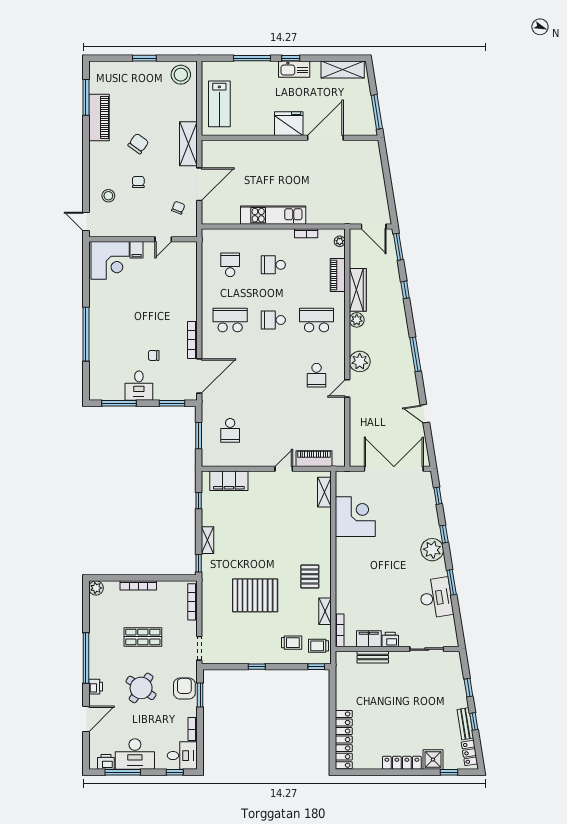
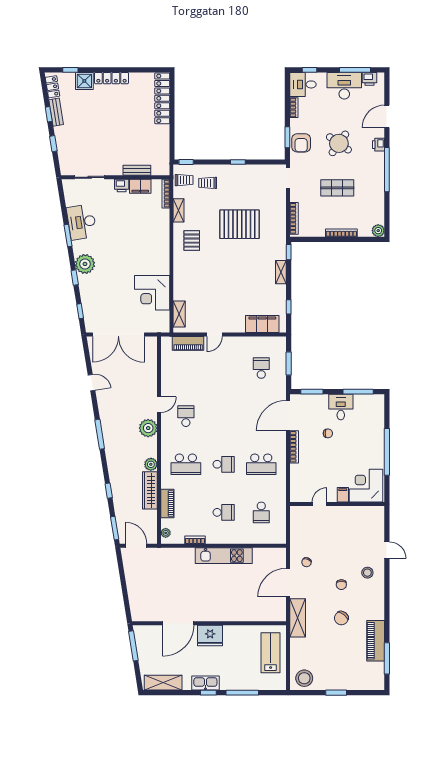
wall: (143, 239) -> (337, 504), moved
door: (163, 239) -> (320, 504), moved
filing cabinet: (137, 250) -> (343, 495), moved
corner desk: (110, 260) -> (366, 486), moved

